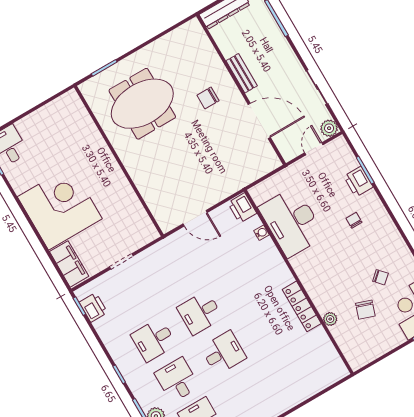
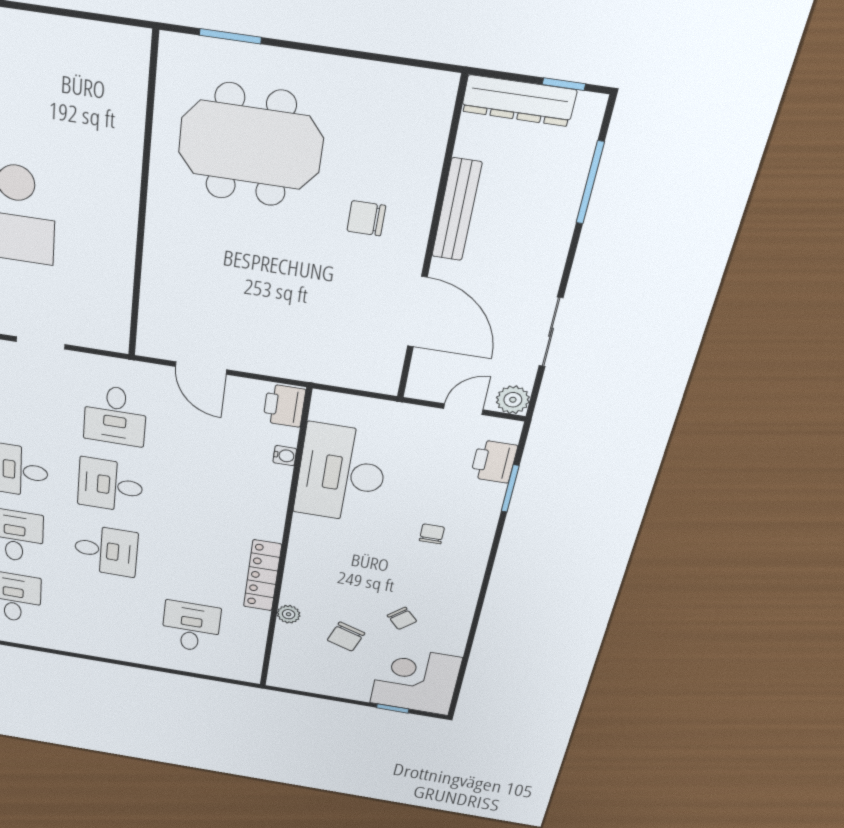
bench: (242, 73) -> (457, 210), width x1.36
printer: (358, 182) -> (494, 462), moved
desk: (177, 273) -> (115, 415), added
desk: (293, 366) -> (191, 627), added

